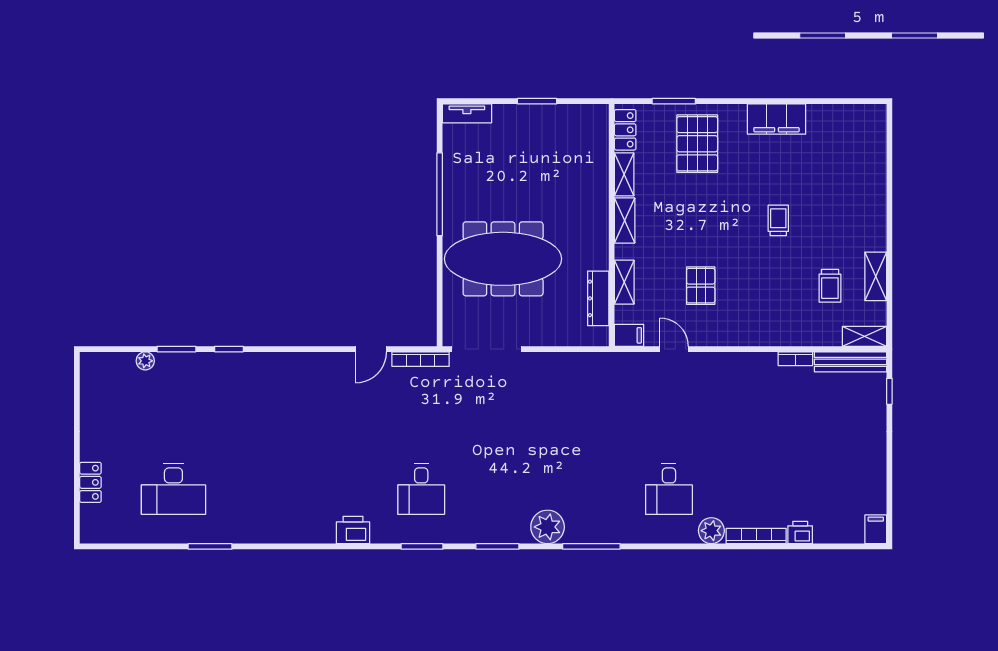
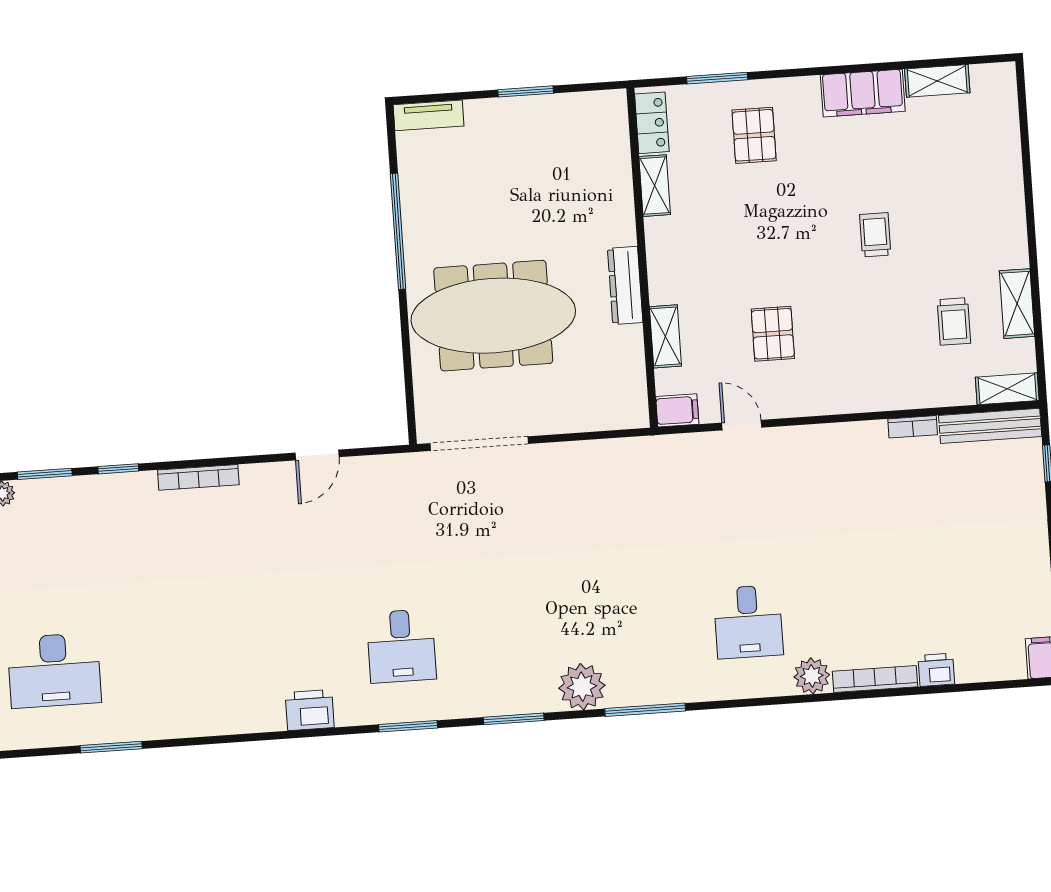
pallet: (697, 144) -> (754, 135), width x0.67, depth x0.71
shelving: (625, 220) -> (937, 81), moved, turned 90
dresser: (598, 298) -> (625, 285), moved
bookcase: (421, 359) -> (198, 477), moved

